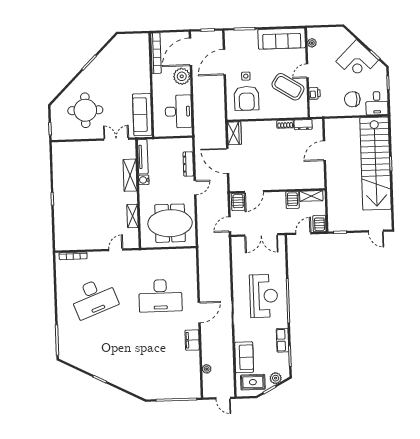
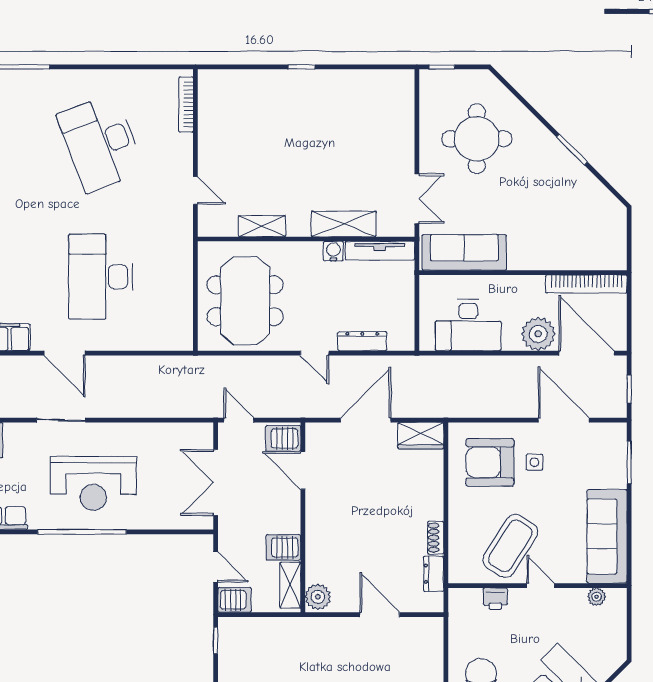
plant: (317, 182) -> (318, 597), added

